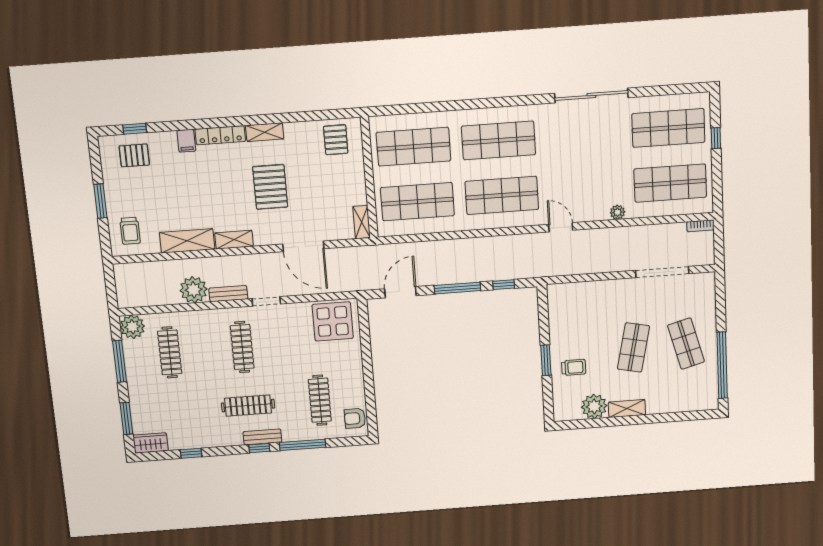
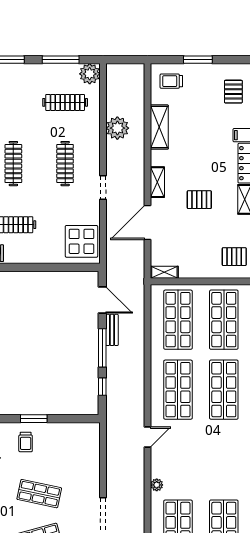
pallet: (270, 187) -> (199, 200), width x0.67, depth x0.71
shelving: (234, 240) -> (157, 182), moved
bench: (228, 294) -> (112, 330), moved
clothes rail: (242, 347) -> (65, 164), turned 90

